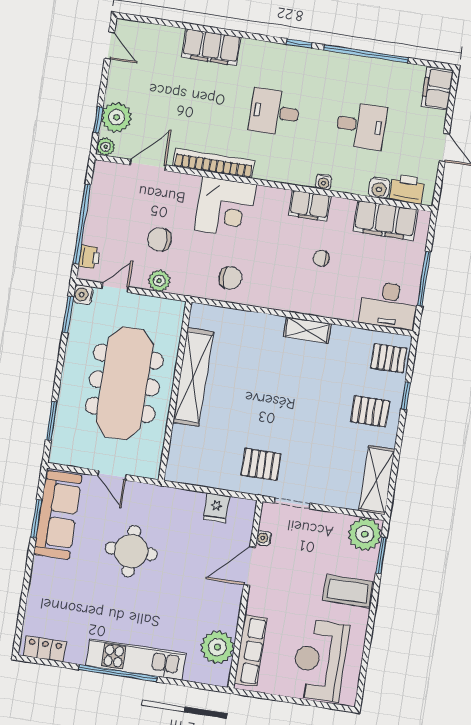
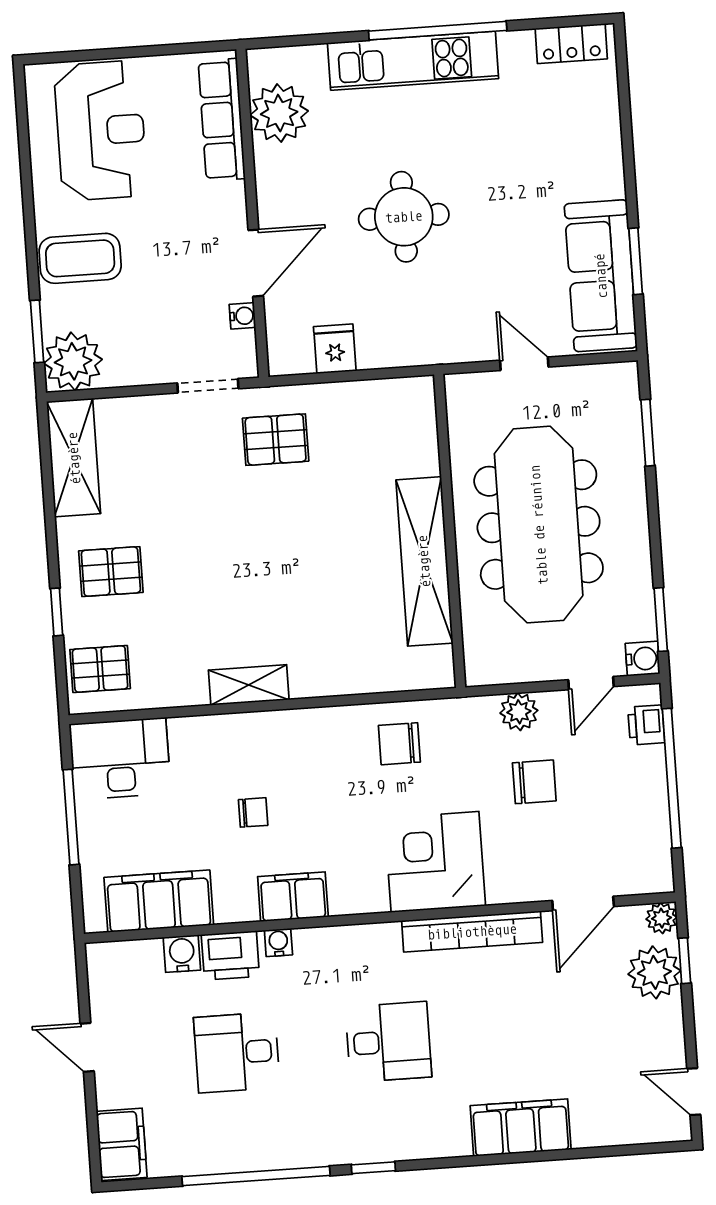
printer: (407, 189) -> (230, 956), moved
round table: (131, 551) -> (404, 217), moved

